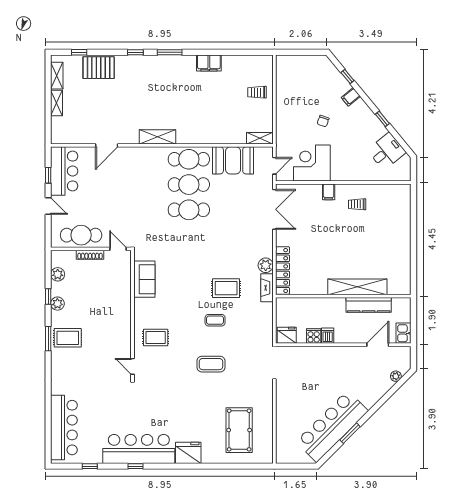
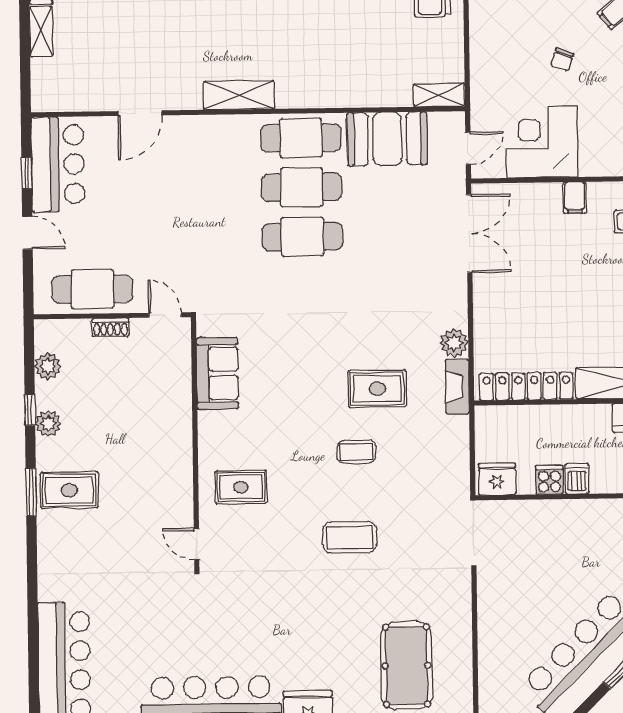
shoe rack: (90, 255) -> (110, 327), width x0.70
locker: (282, 270) -> (526, 386), moved, turned -90

